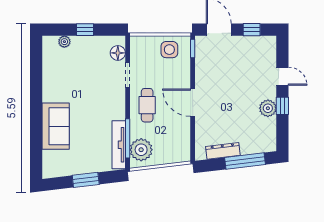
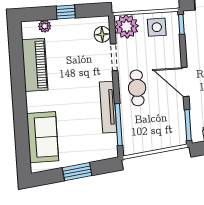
piano: (53, 77) -> (35, 65), added
sofa: (56, 126) -> (43, 137), moved
window: (193, 143) -> (188, 125), added
tv unit: (119, 145) -> (108, 107), moved
plant: (141, 150) -> (127, 26), moved

